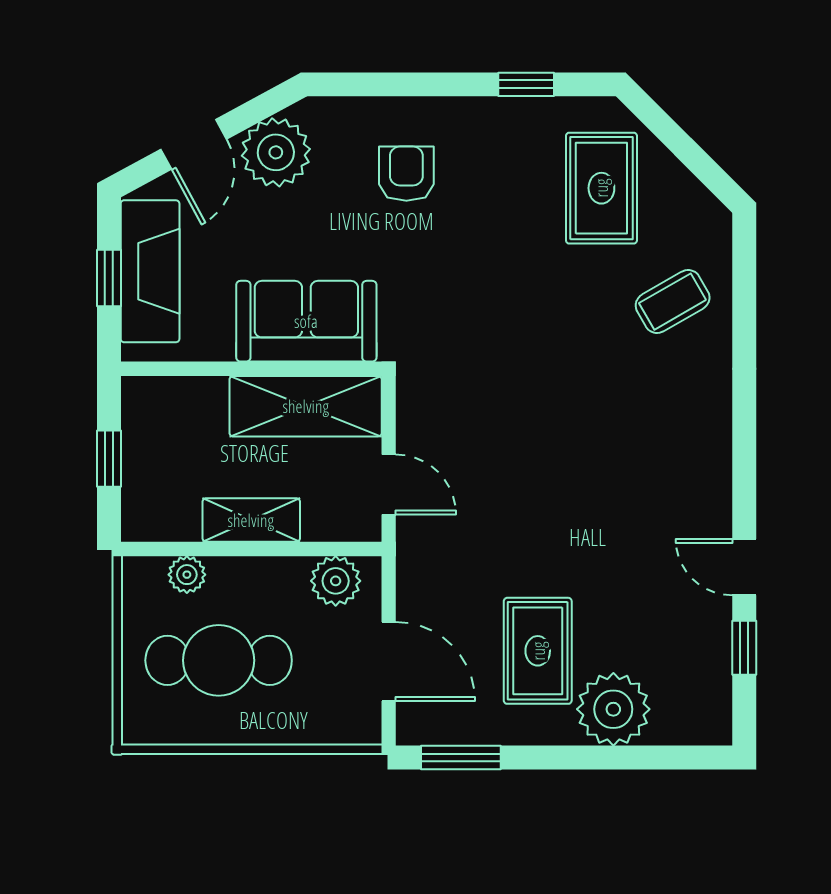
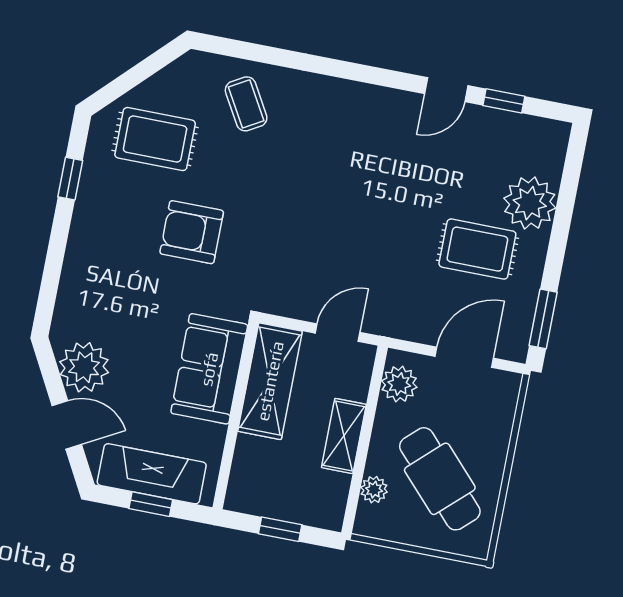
armchair: (406, 174) -> (192, 232), moved, width x1.38, depth x1.38
cafe table: (219, 660) -> (440, 479), turned -43

